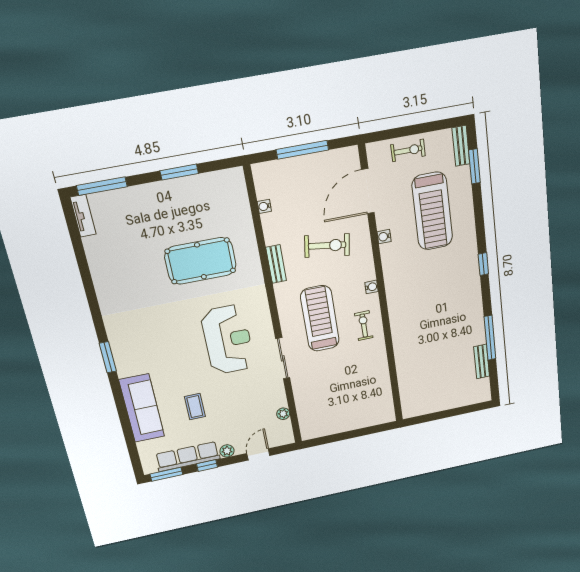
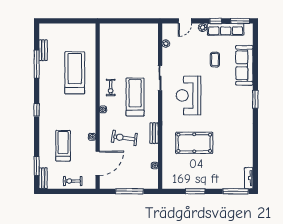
treadmill: (432, 211) -> (63, 146), width x0.73, depth x0.73
treadmill: (320, 319) -> (135, 97), turned 180
treadmill: (427, 337) -> (75, 73), added

